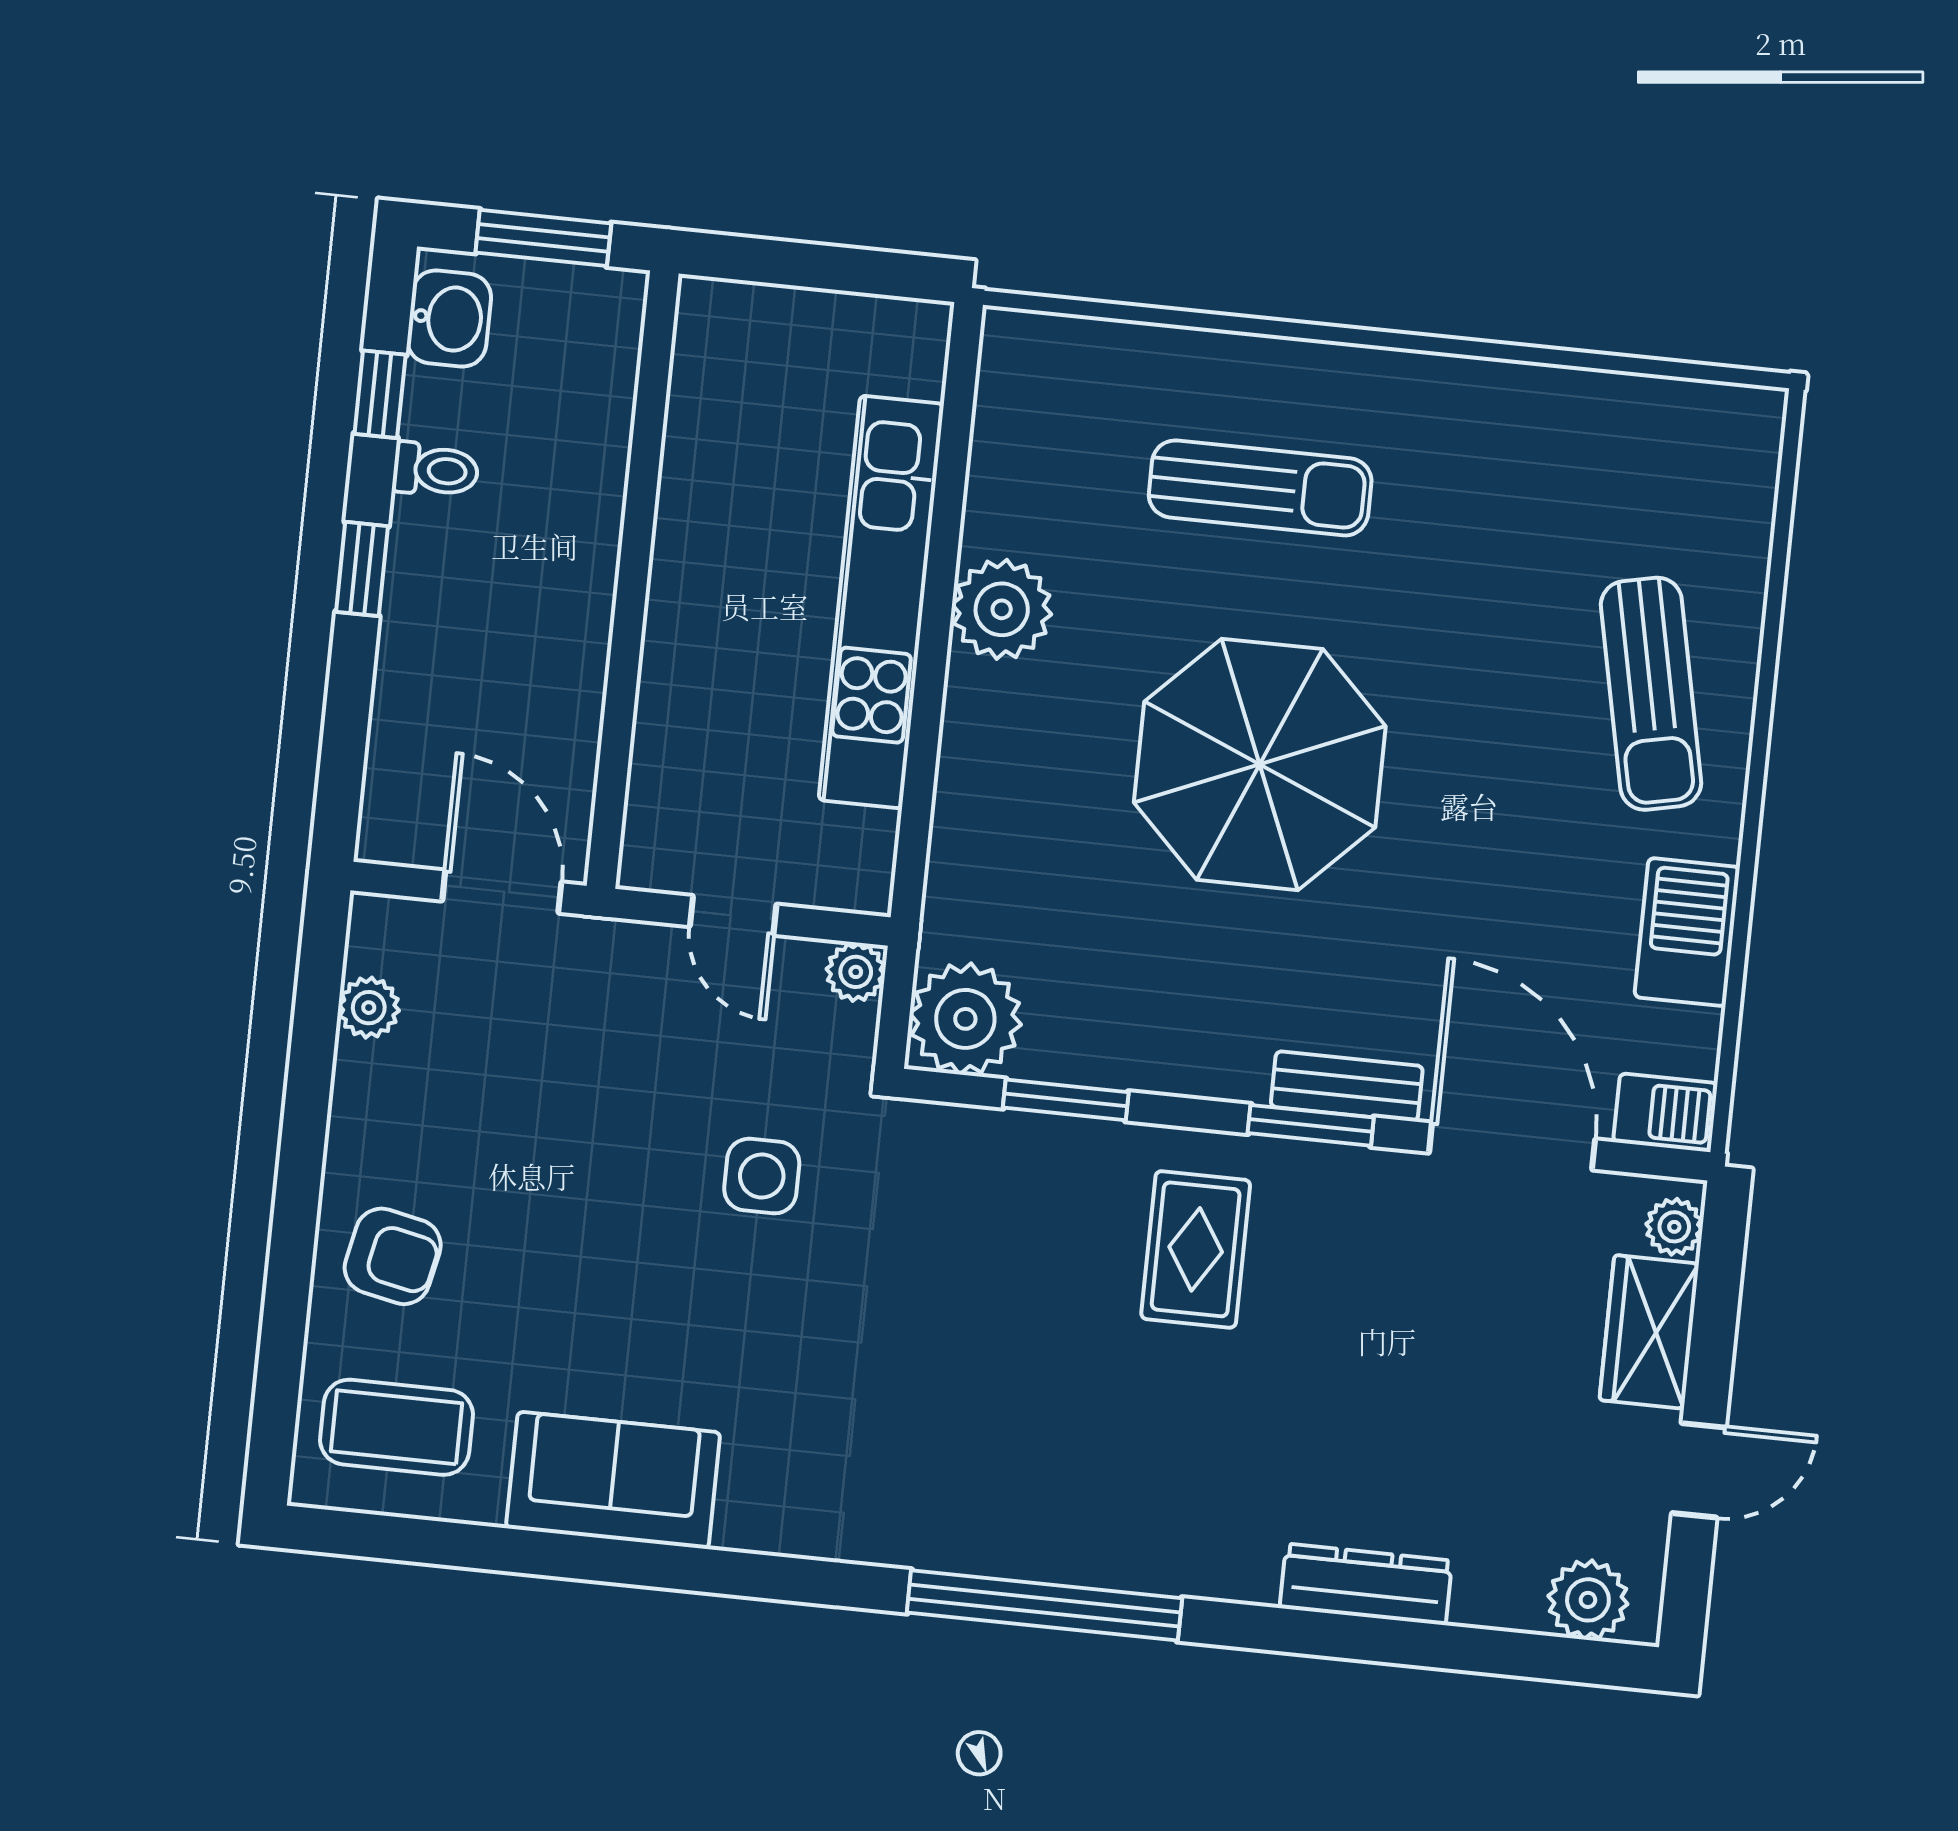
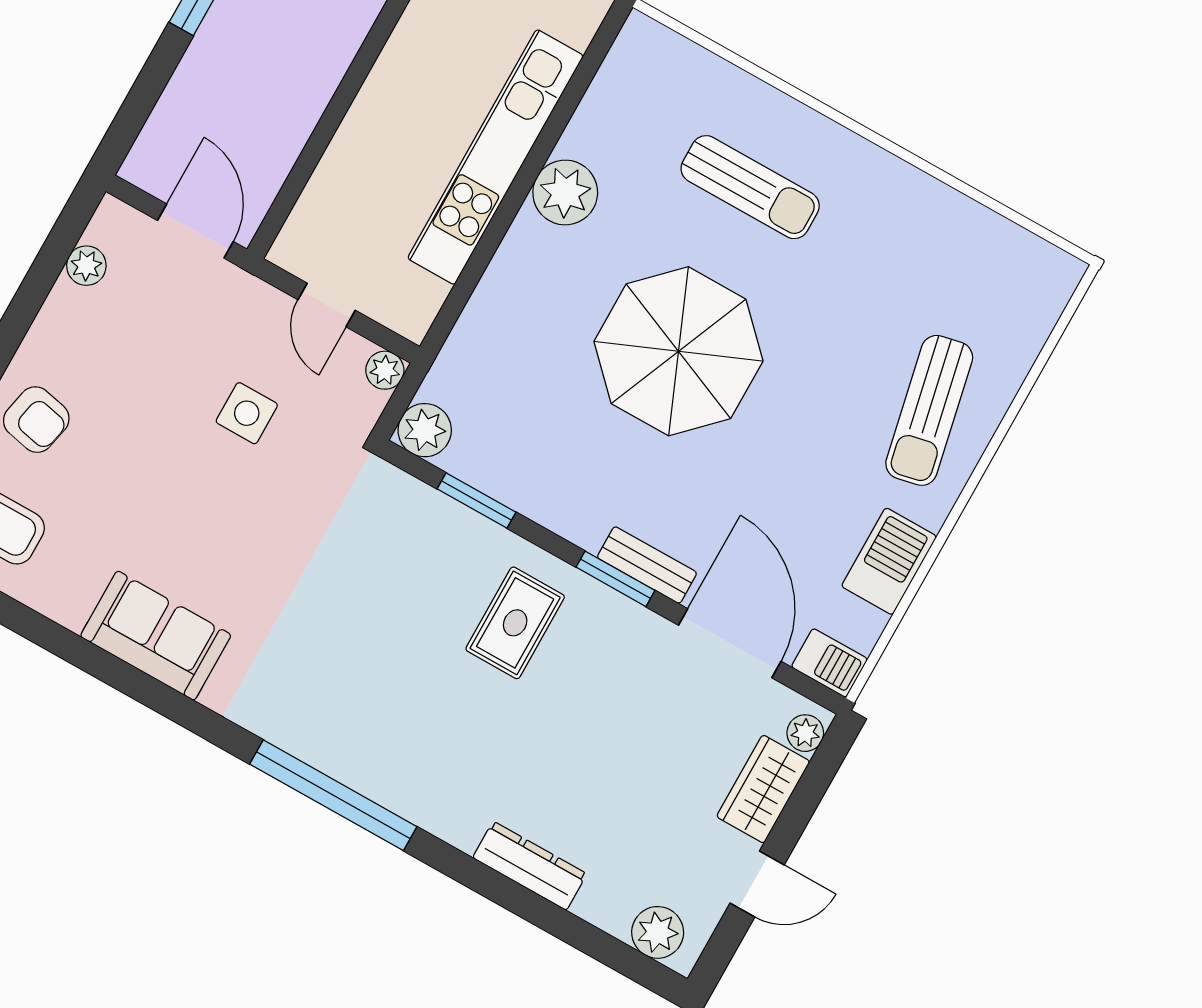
plant: (965, 1019) -> (425, 430), width x0.73, depth x0.73
side table: (762, 1176) -> (247, 413), moved
sofa: (613, 1480) -> (156, 636), moved

